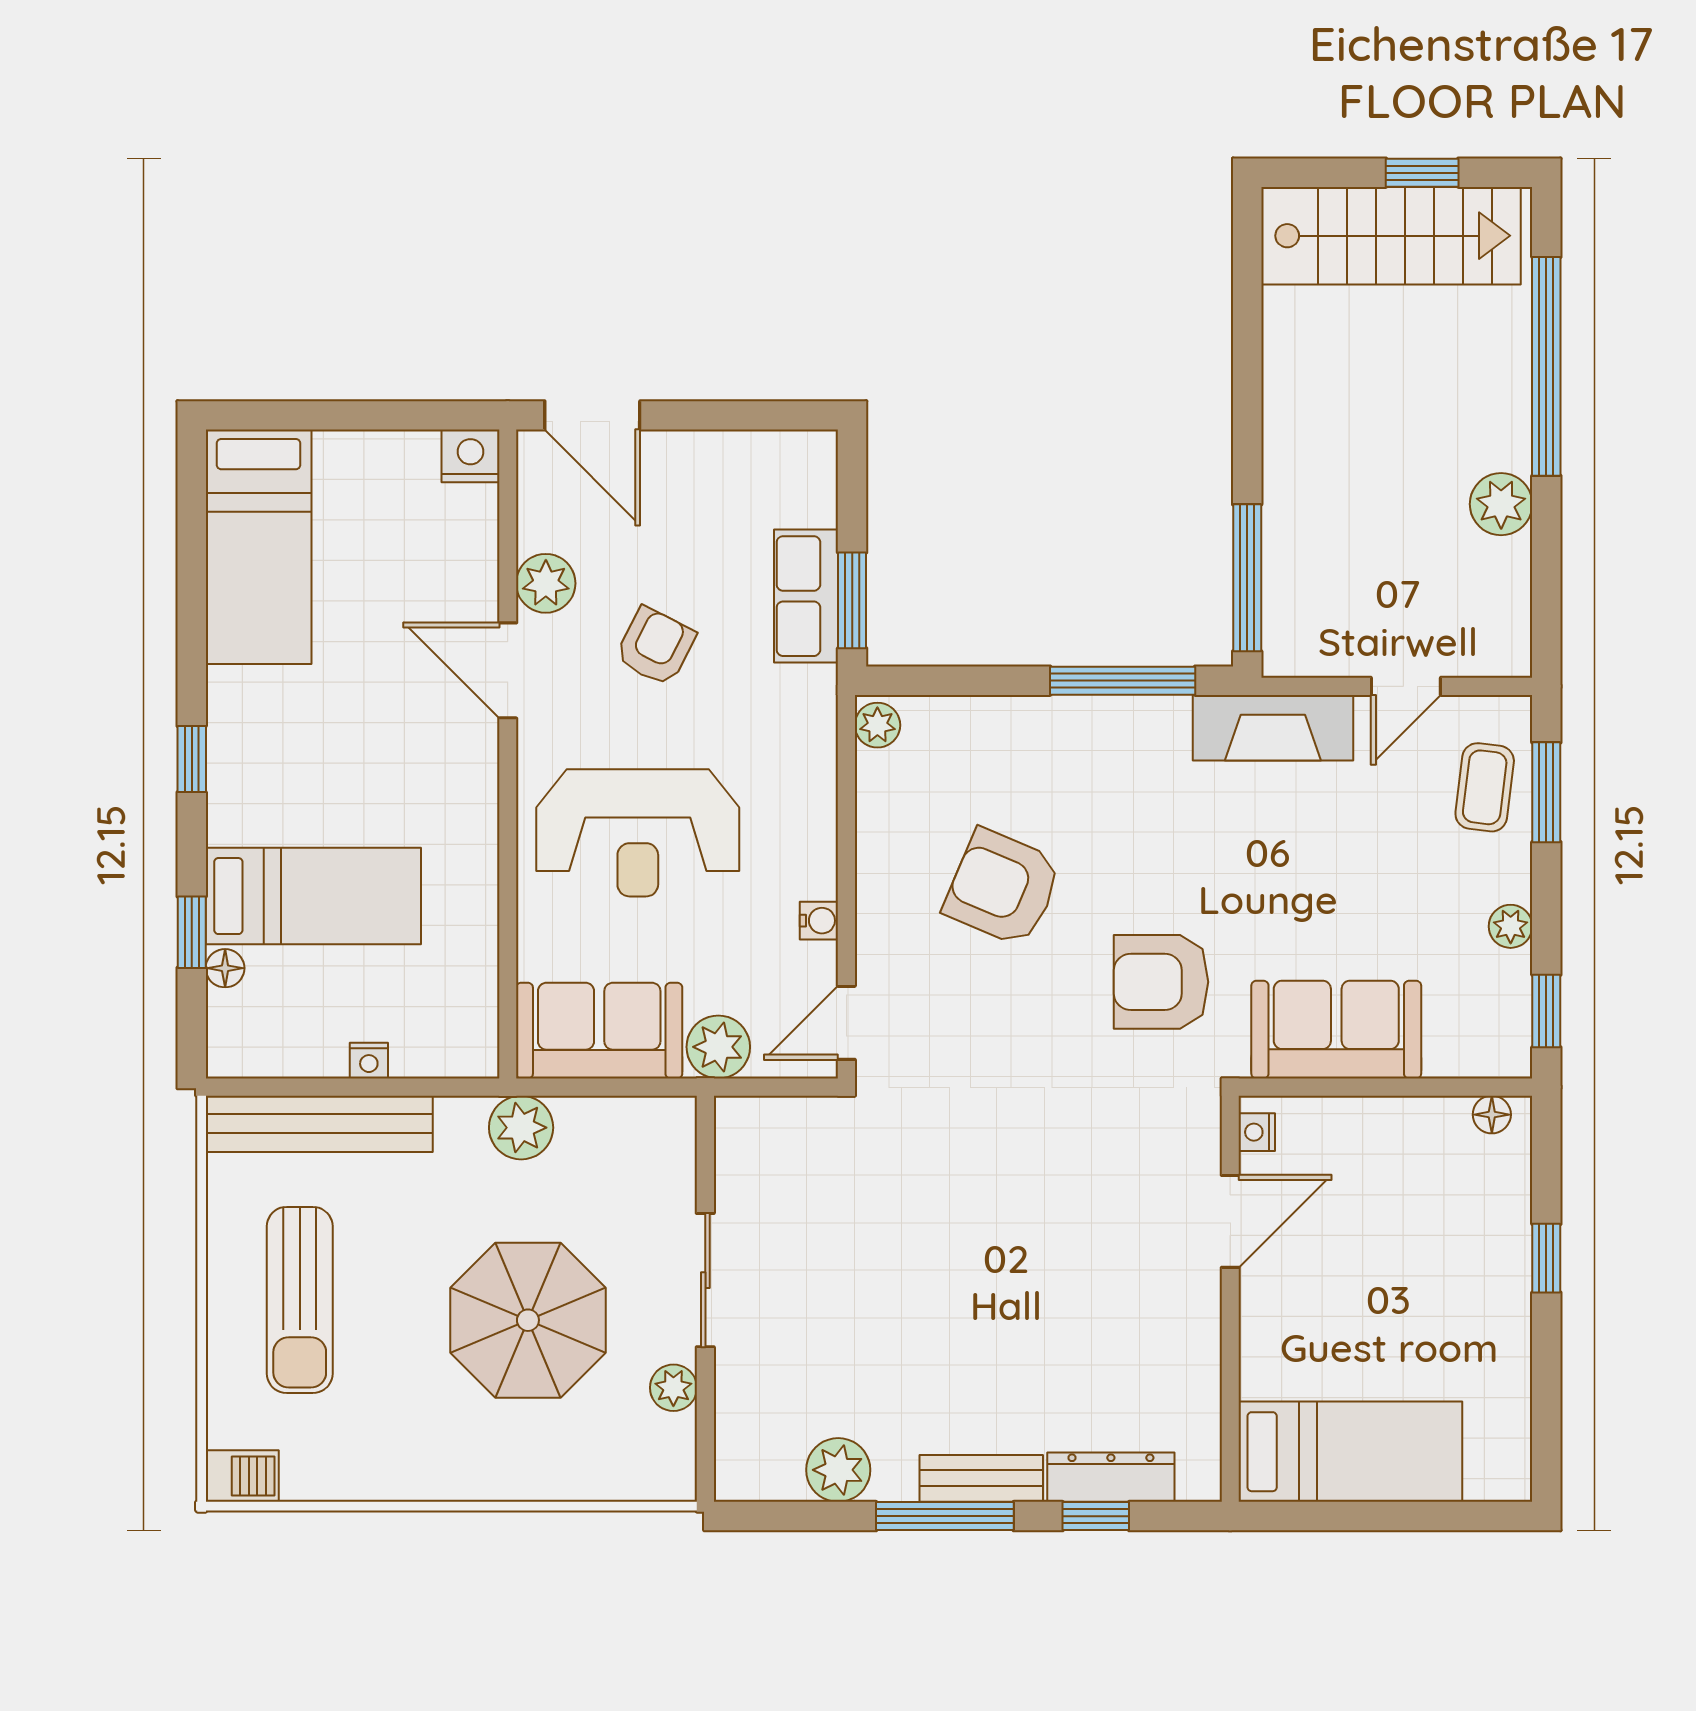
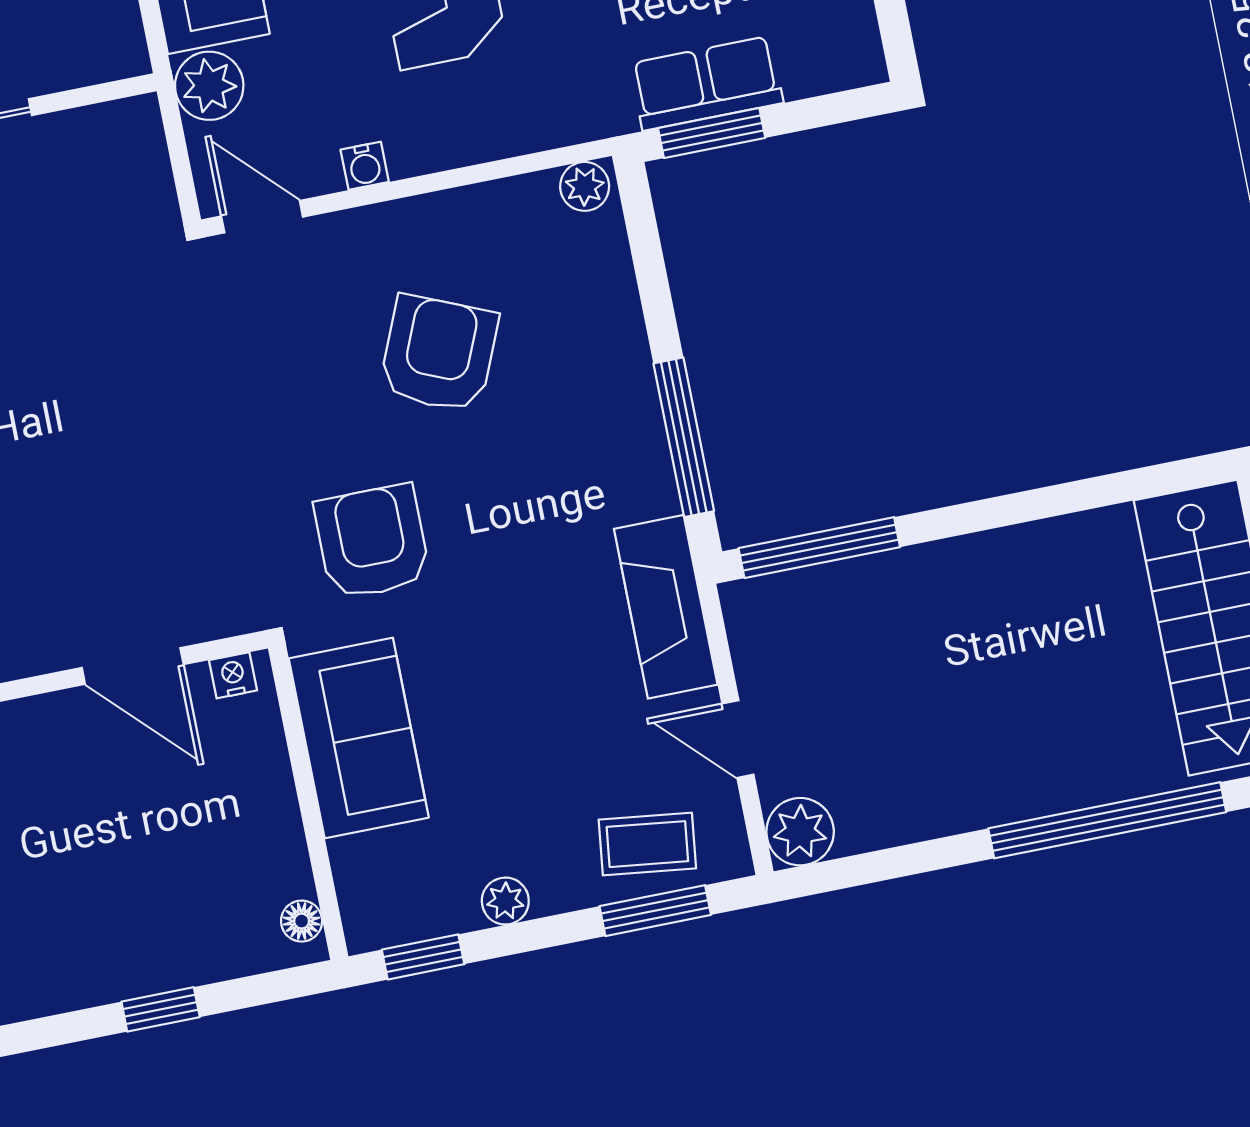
plant: (1501, 504) -> (800, 832), moved

